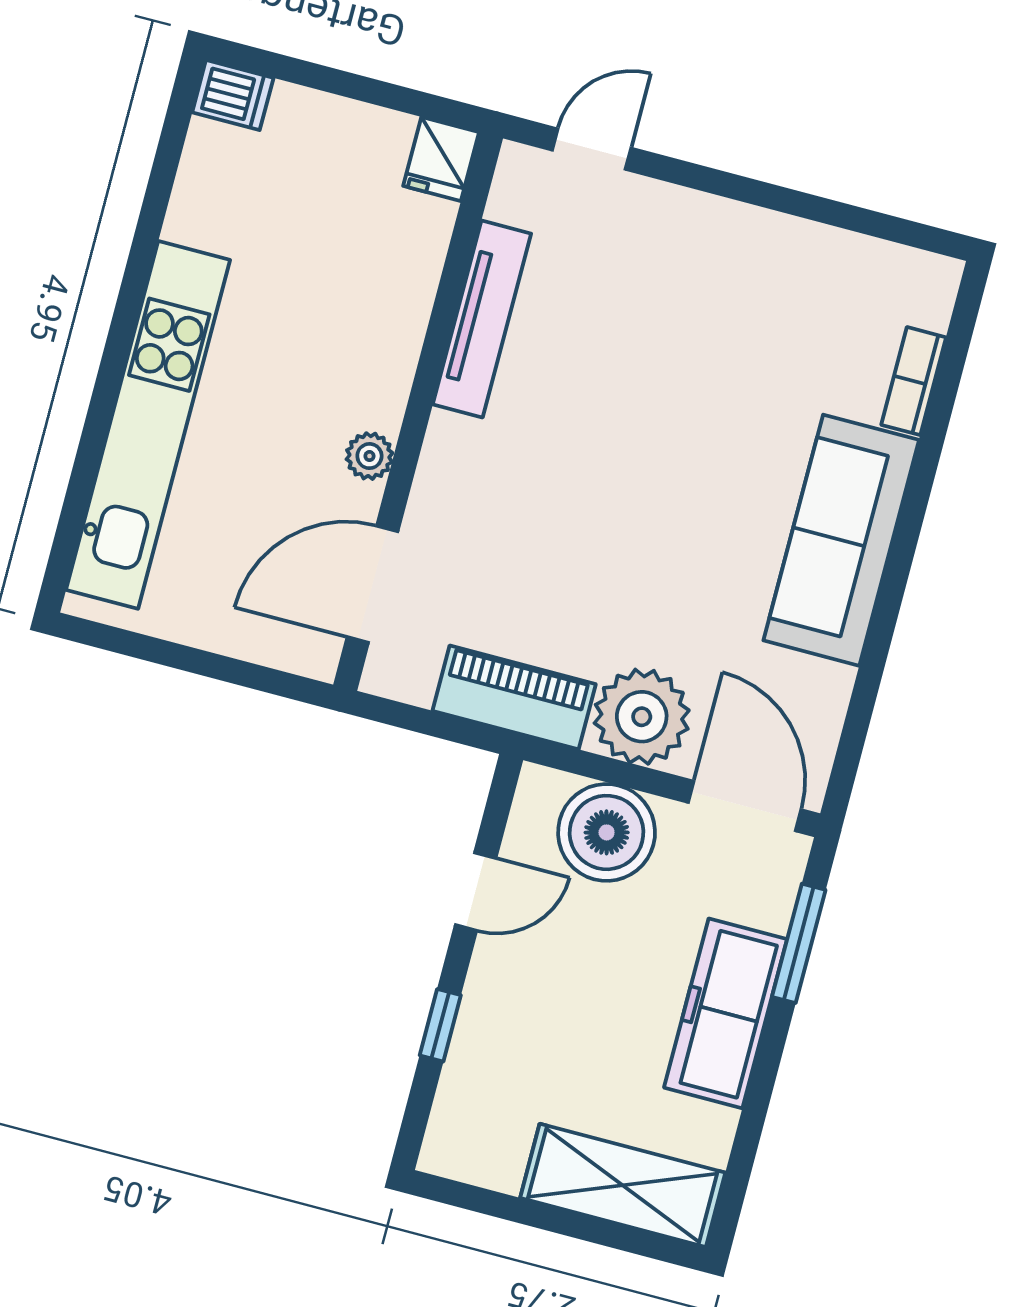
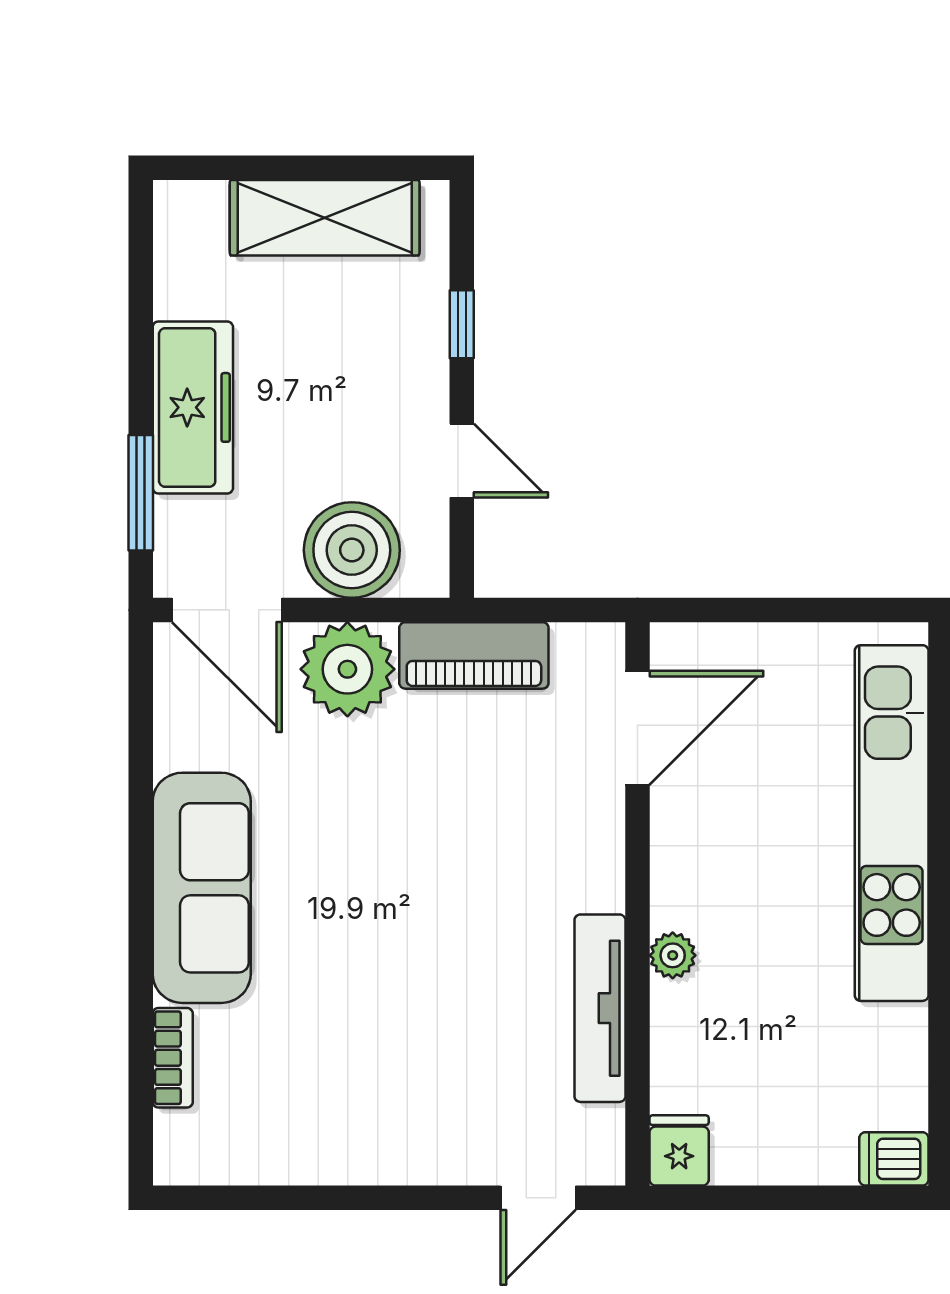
plant: (369, 456) -> (673, 955), moved
door: (476, 892) -> (462, 461), swing flipped
shelving: (623, 1185) -> (325, 218), moved

